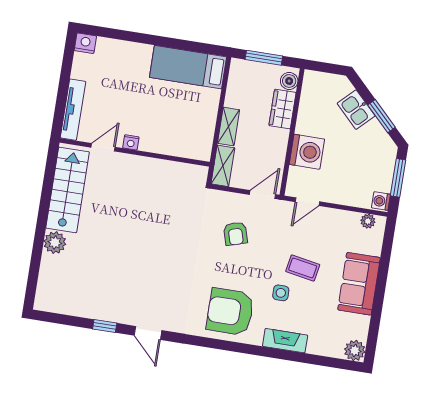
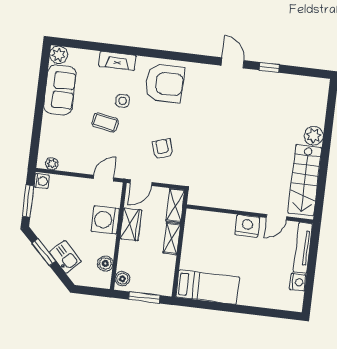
nightstand: (85, 43) -> (298, 282), moved, turned -90
boiler: (309, 100) -> (105, 263), added
wardrobe: (282, 109) -> (131, 224), moved
nightstand: (131, 142) -> (247, 226), width x1.89, depth x1.79
sofa: (359, 284) -> (60, 90), moved

